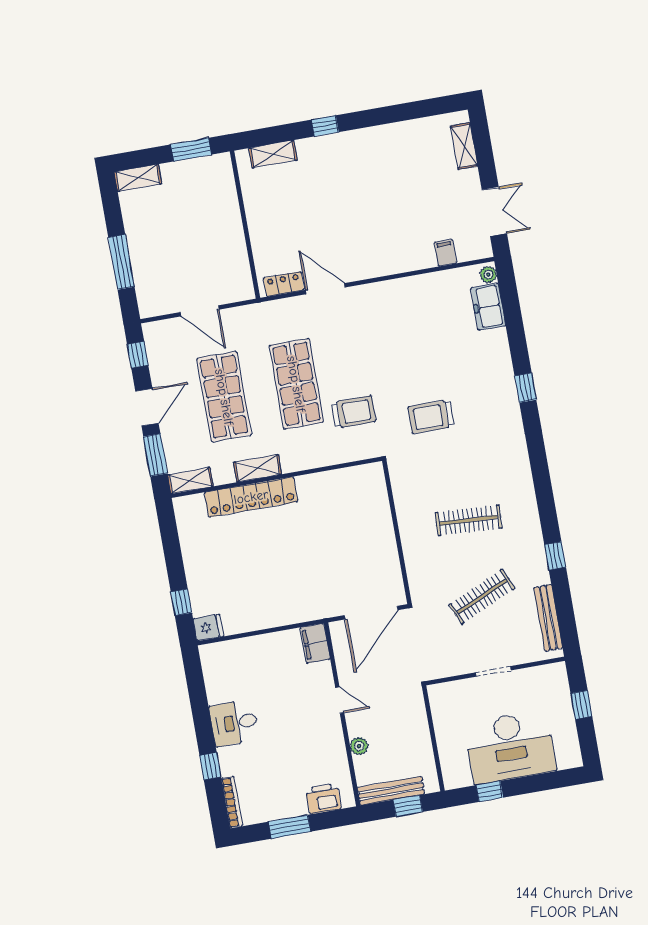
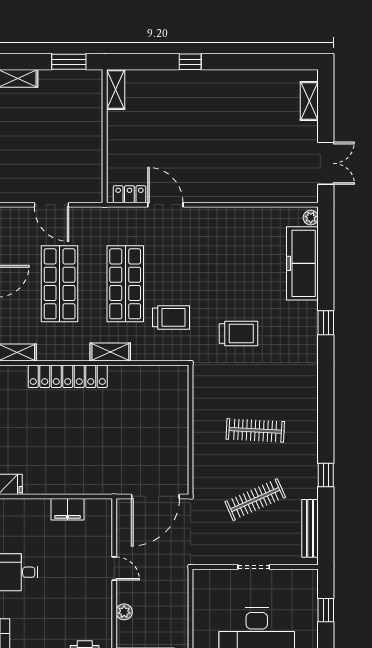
shelving: (273, 154) -> (116, 89), moved, turned 90
filing cabinet: (445, 253) -> (276, 192), removed
freezer: (488, 307) -> (302, 263), width x1.91, depth x1.26
trolley: (431, 417) -> (239, 334), turned 180
shelving: (258, 468) -> (110, 352), moved
filing cabinet: (315, 643) -> (68, 509), moved, turned -90

